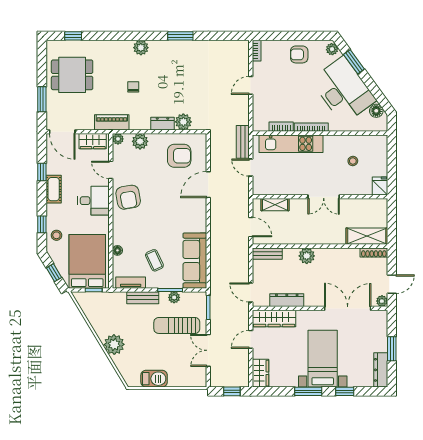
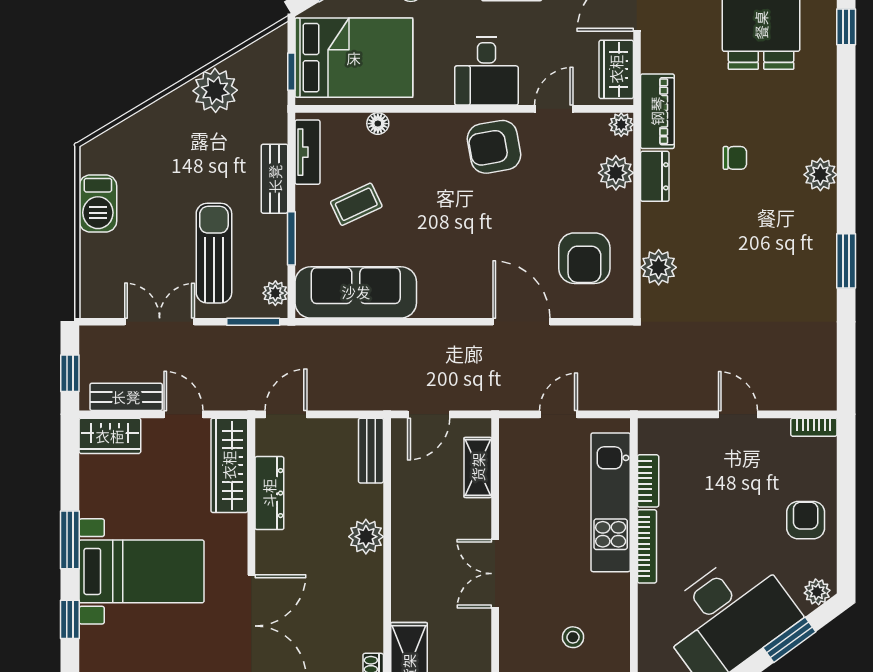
dresser: (163, 124) -> (655, 176), moved
bench: (243, 142) -> (126, 397), moved
plant: (174, 297) -> (275, 293), moved
plant: (114, 345) -> (215, 90), moved

